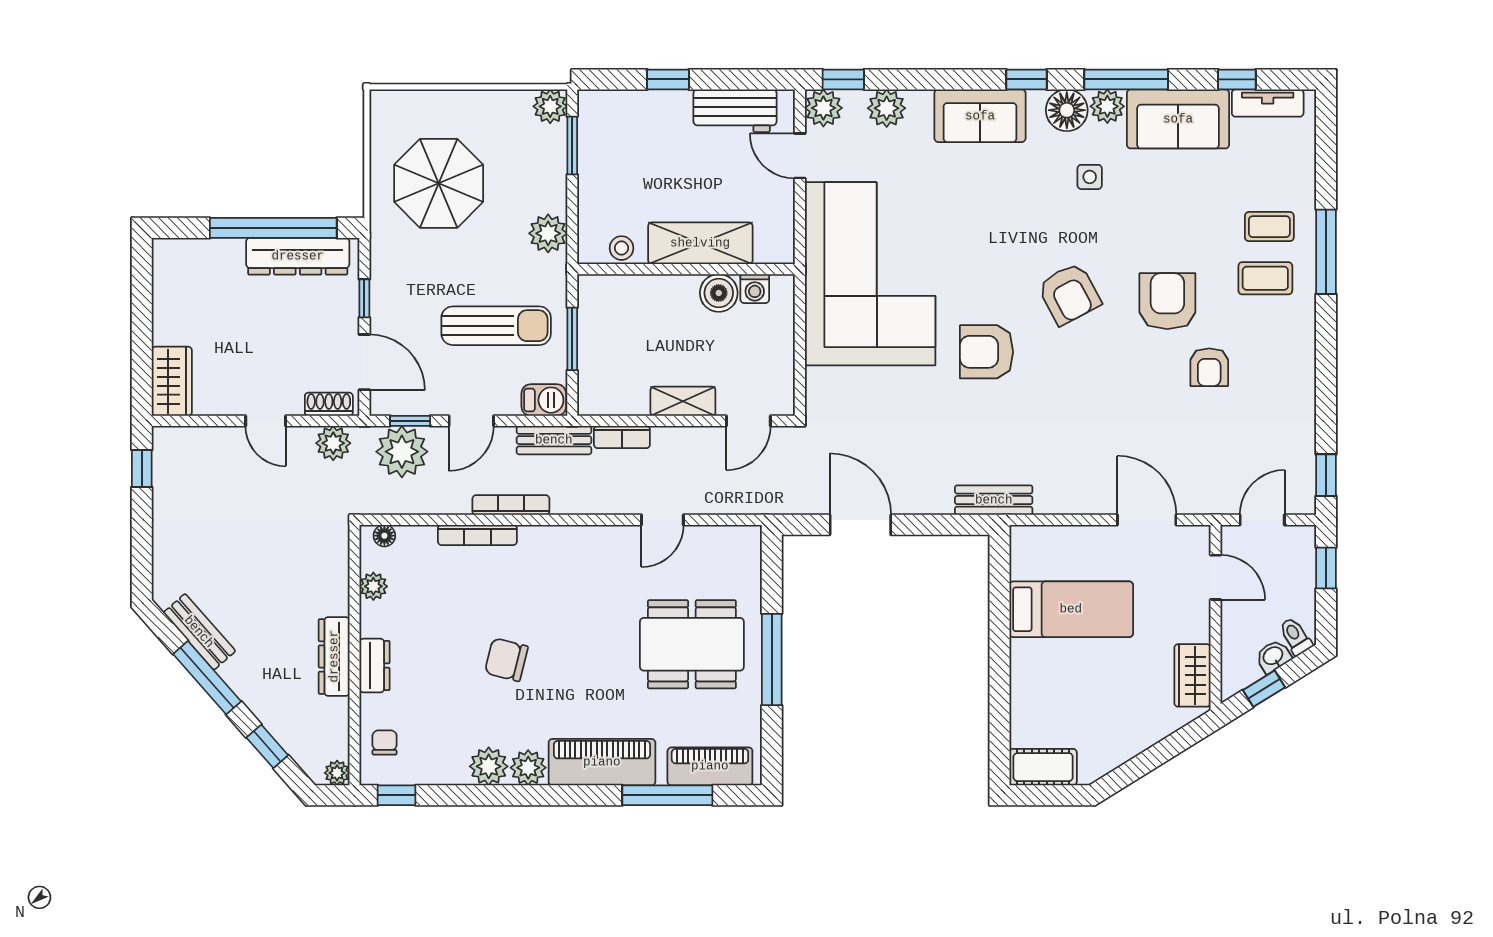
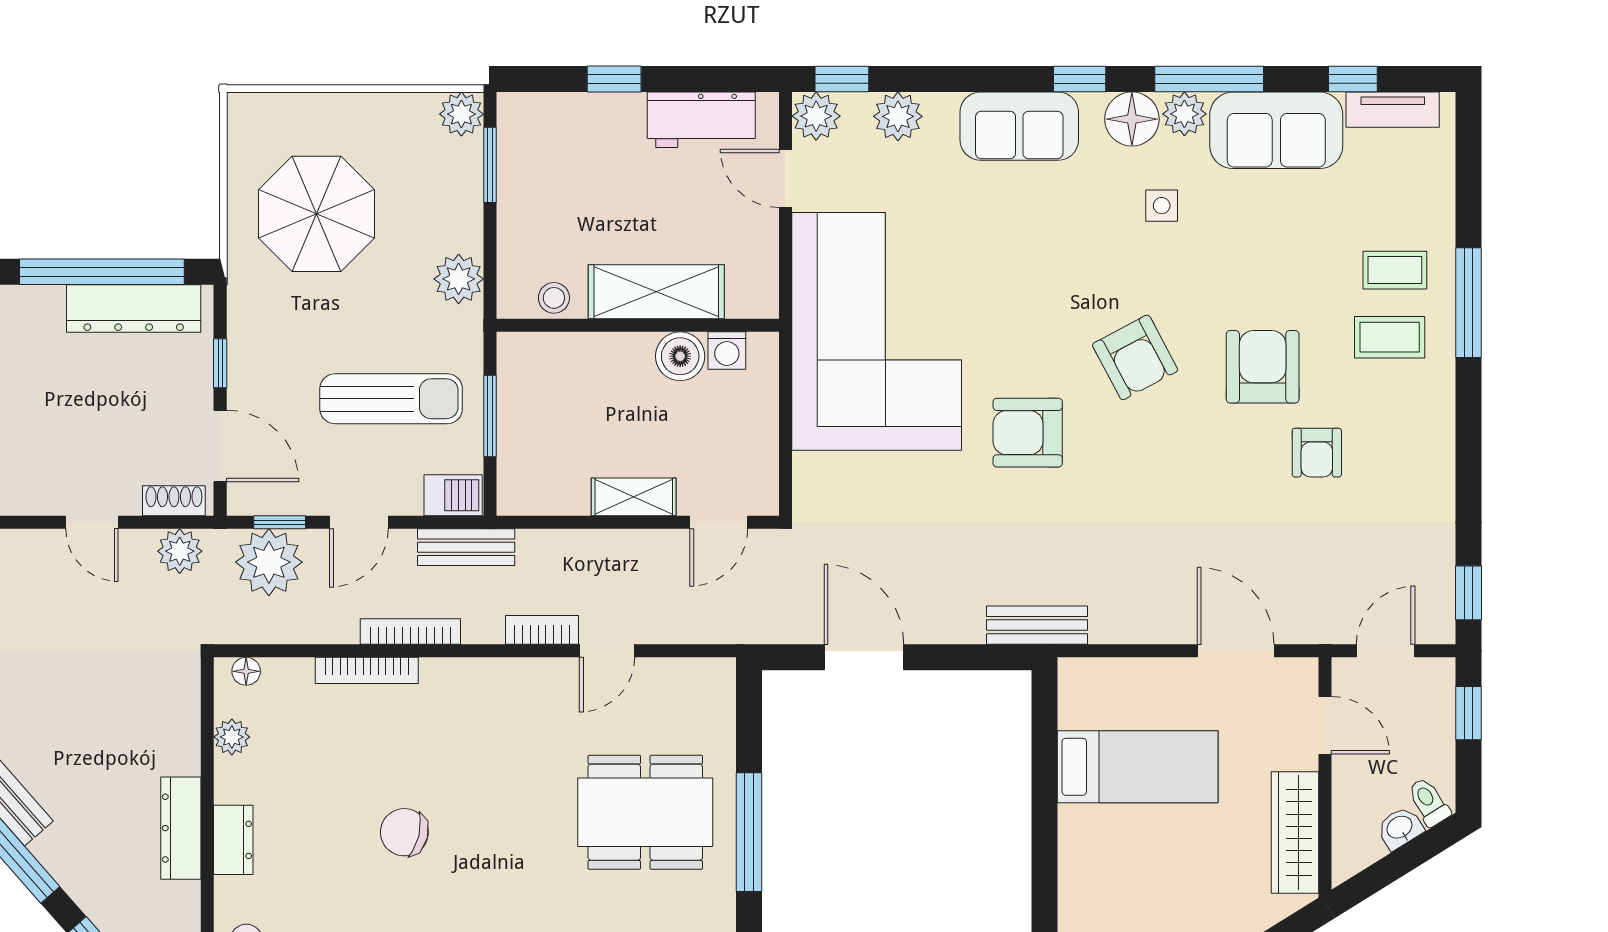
bookcase: (622, 437) -> (542, 630), moved, turned 180
wardrobe: (1192, 675) -> (1295, 832), width x1.50
window: (1264, 689) -> (1388, 870), removed

